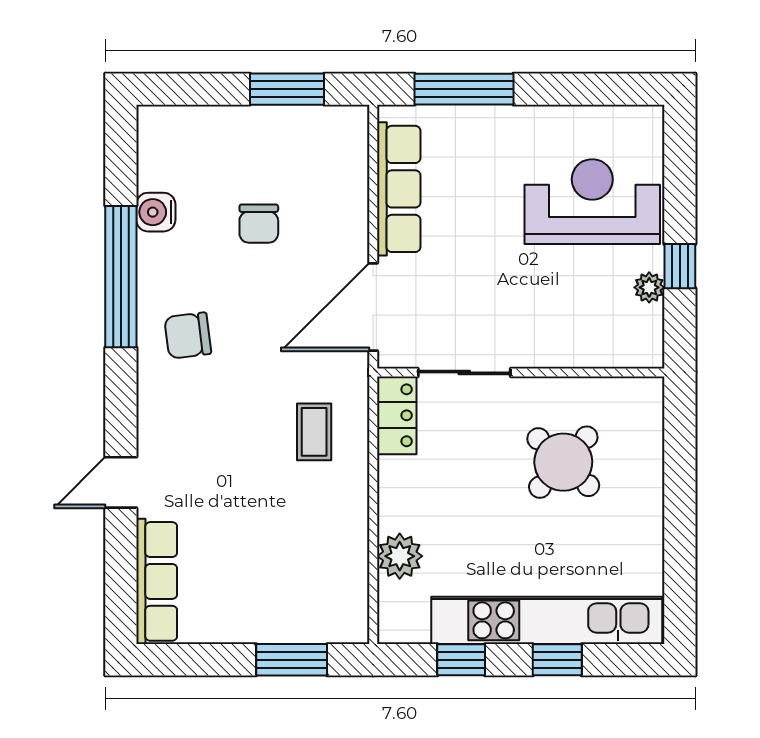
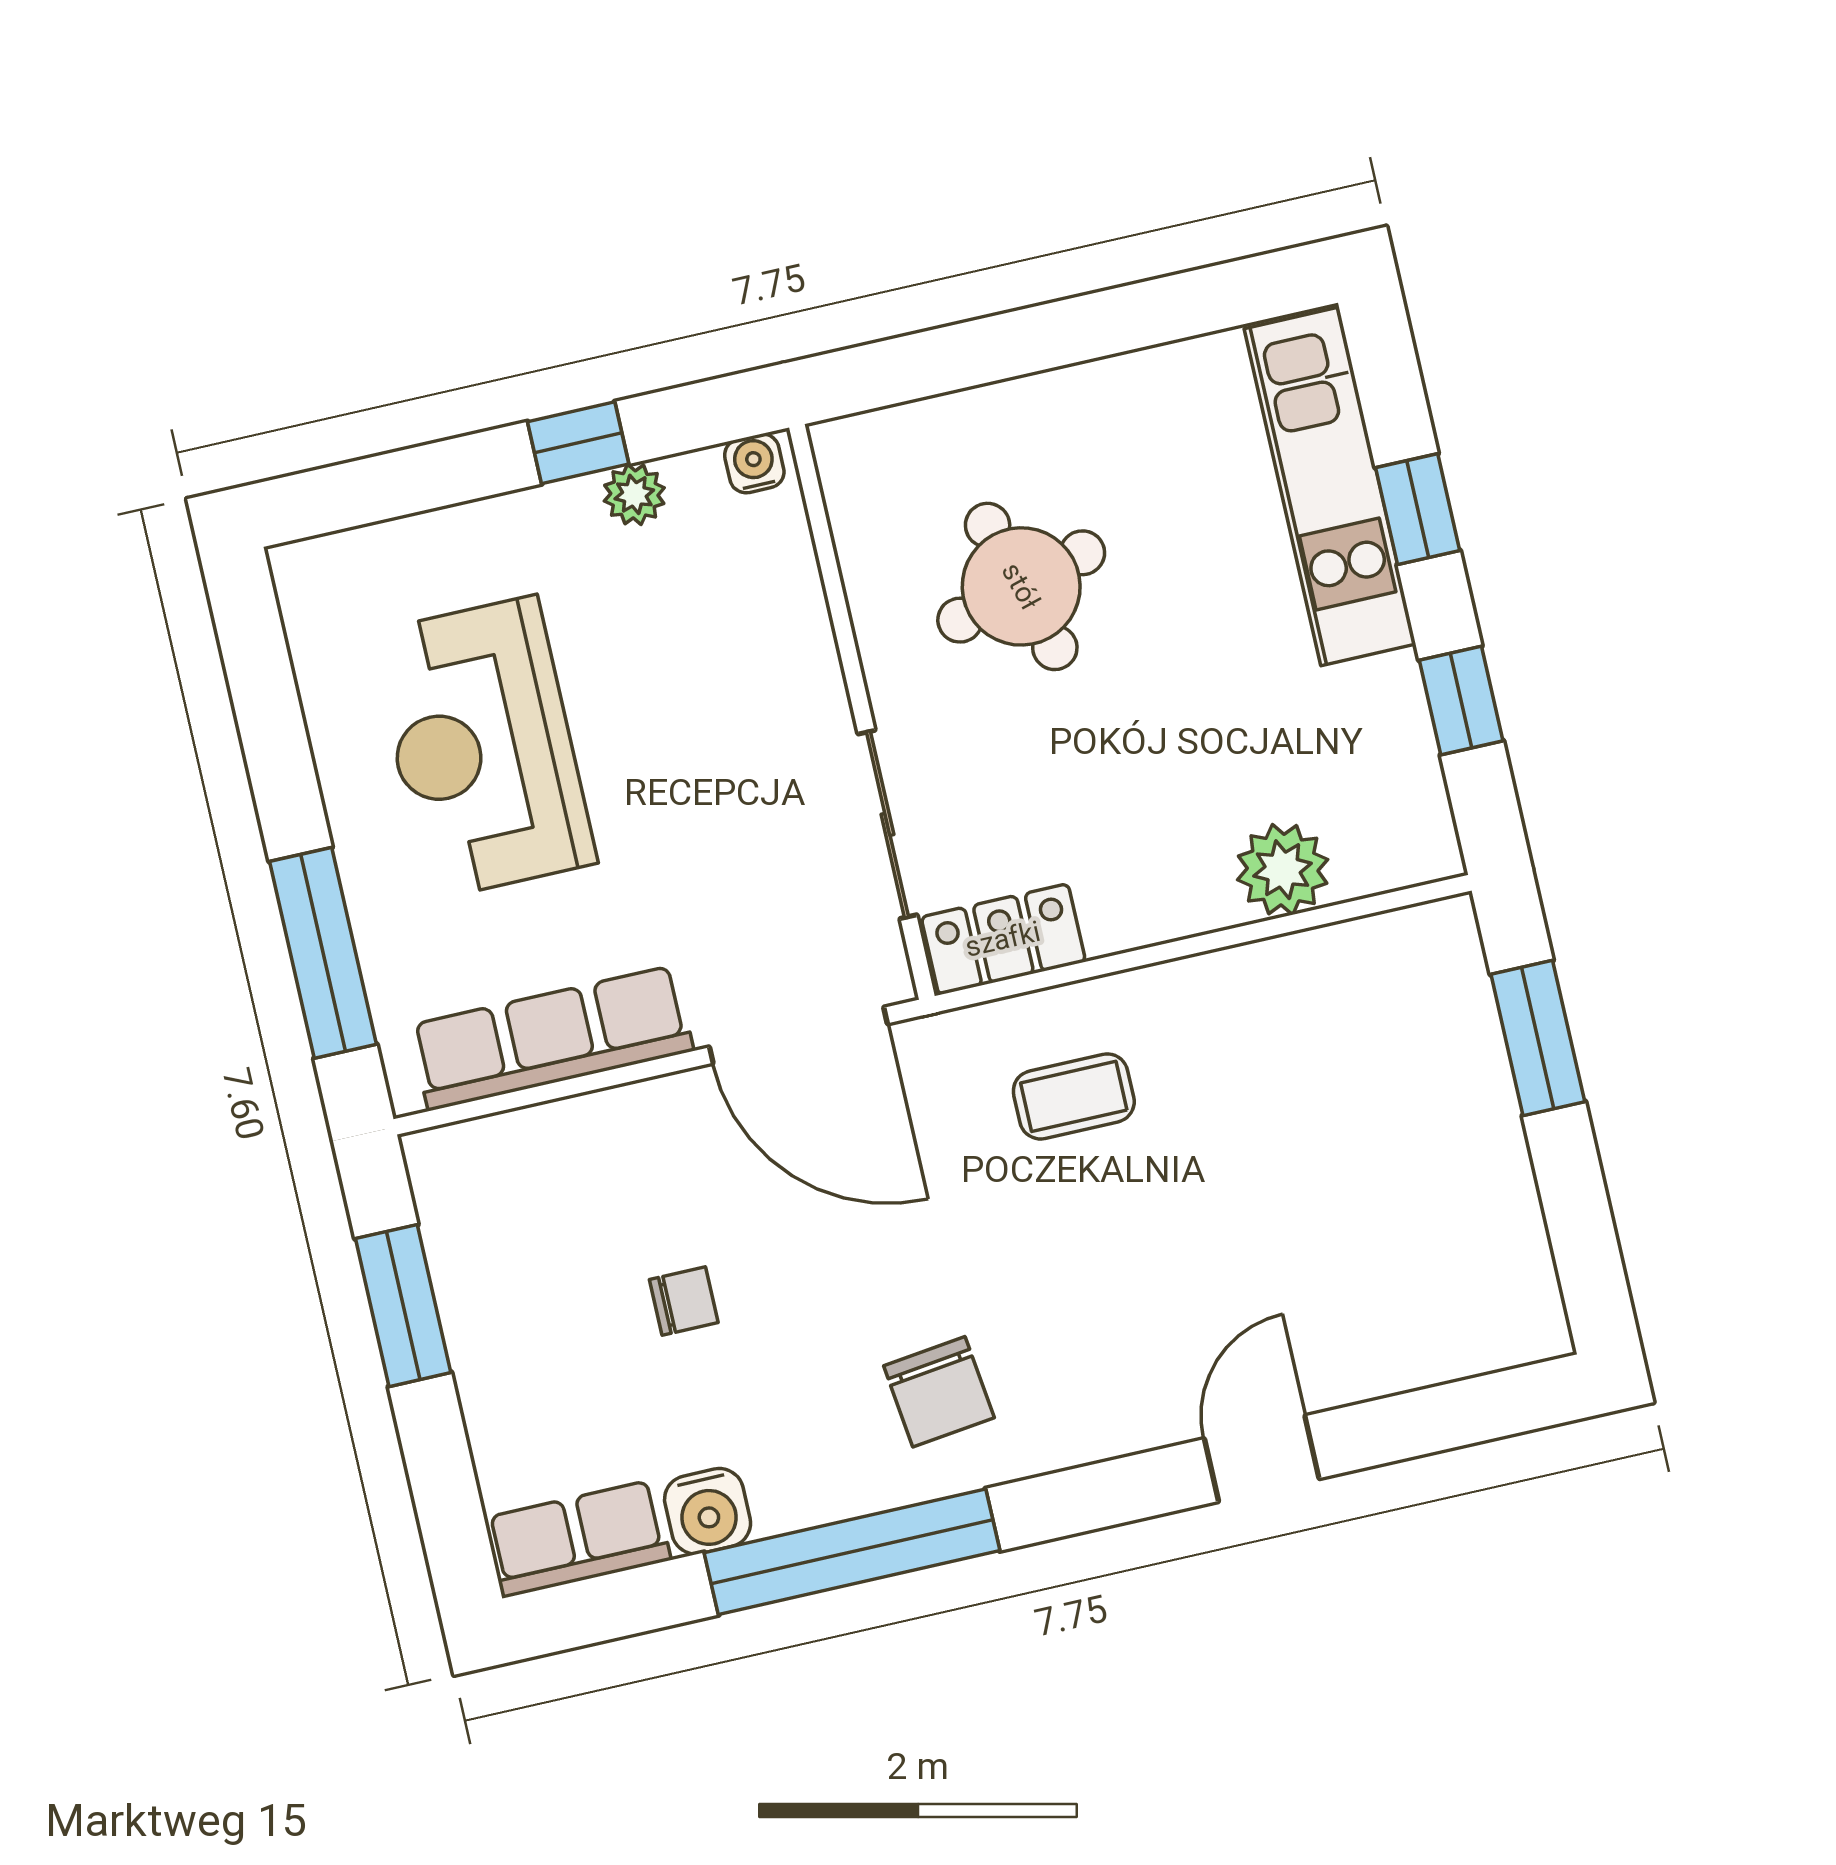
reception desk: (592, 202) -> (483, 748), moved
chair: (259, 224) -> (684, 1301), width x0.73, depth x0.73
water cooler: (651, 348) -> (754, 463), added
round table: (563, 462) -> (1021, 586), turned 31
door: (121, 482) -> (1262, 1459), swing flipped
row of seats: (157, 581) -> (578, 1539), moved, width x0.68
kitchen unit: (547, 620) -> (1330, 486), width x0.73

